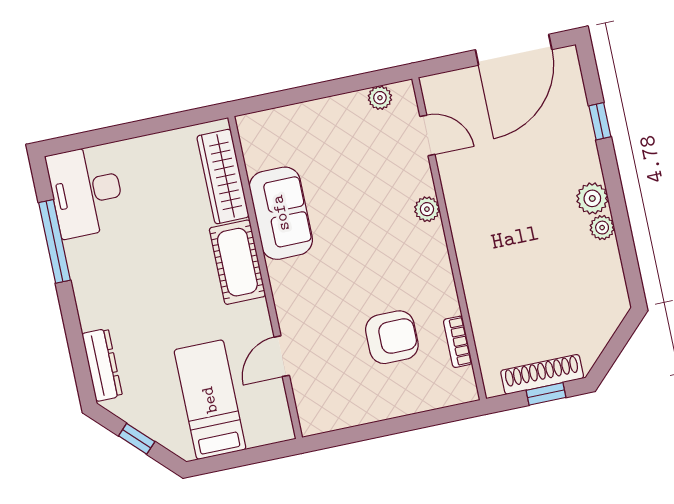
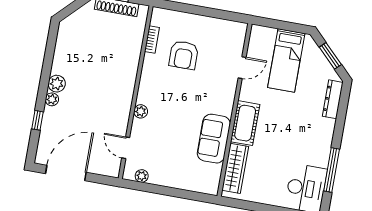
plant: (602, 228) -> (52, 99), moved
armchair: (392, 337) -> (184, 55), turned -90
window: (137, 439) -> (330, 56), width x1.50

